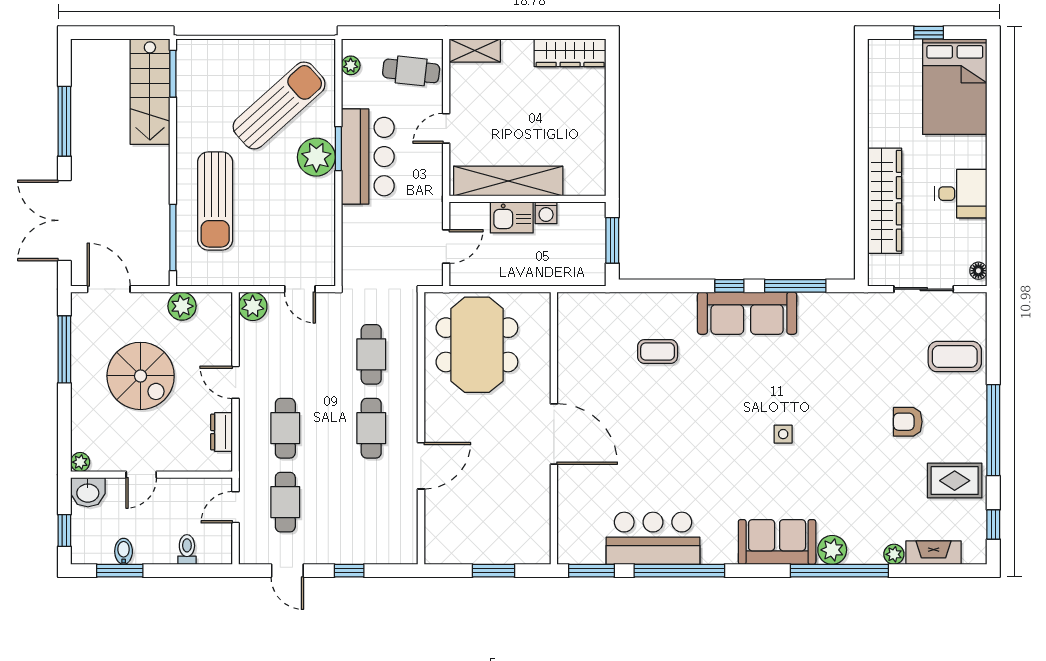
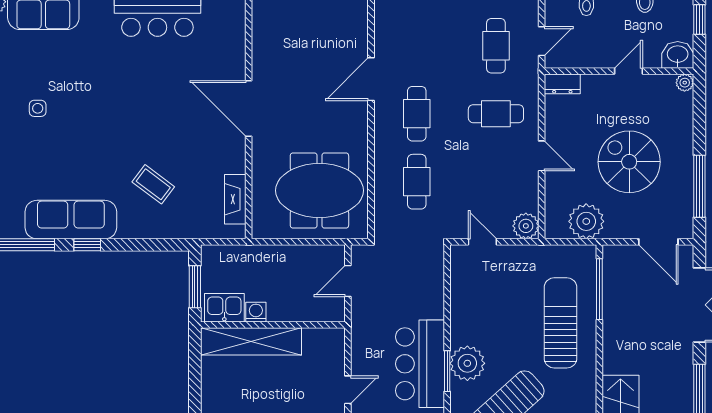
shelving: (508, 181) -> (251, 341), moved
kitchen sink: (512, 217) -> (224, 308), moved
plant: (182, 306) -> (586, 221), width x1.36, depth x1.36
fireplace: (568, 335) -> (235, 199), added
meeting table: (477, 345) -> (319, 190), turned 90
coffee table: (658, 352) -> (153, 184), turned 37
cafe table: (285, 428) -> (496, 114), turned 90
dresser: (222, 432) -> (562, 84), moved, turned 90

